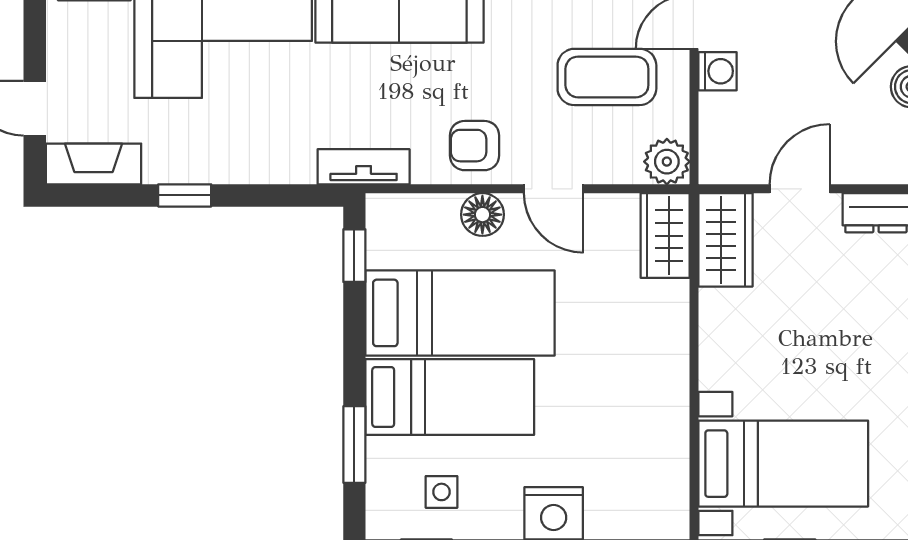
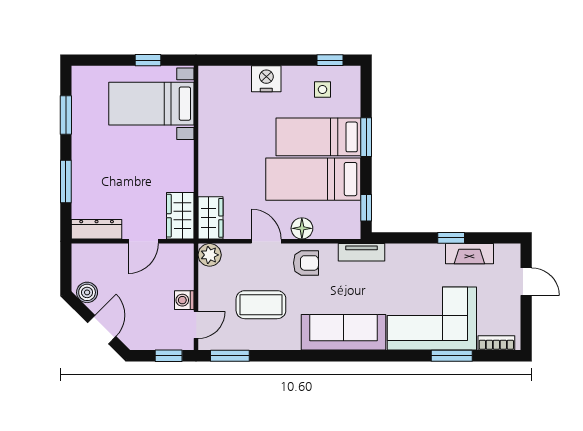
coffee table: (607, 77) -> (261, 305), moved
fireplace: (93, 164) -> (469, 254), moved
window: (354, 445) -> (366, 137), moved

